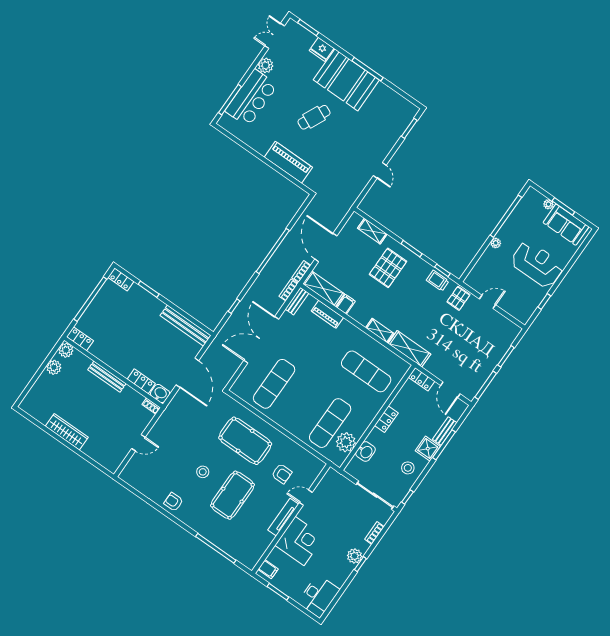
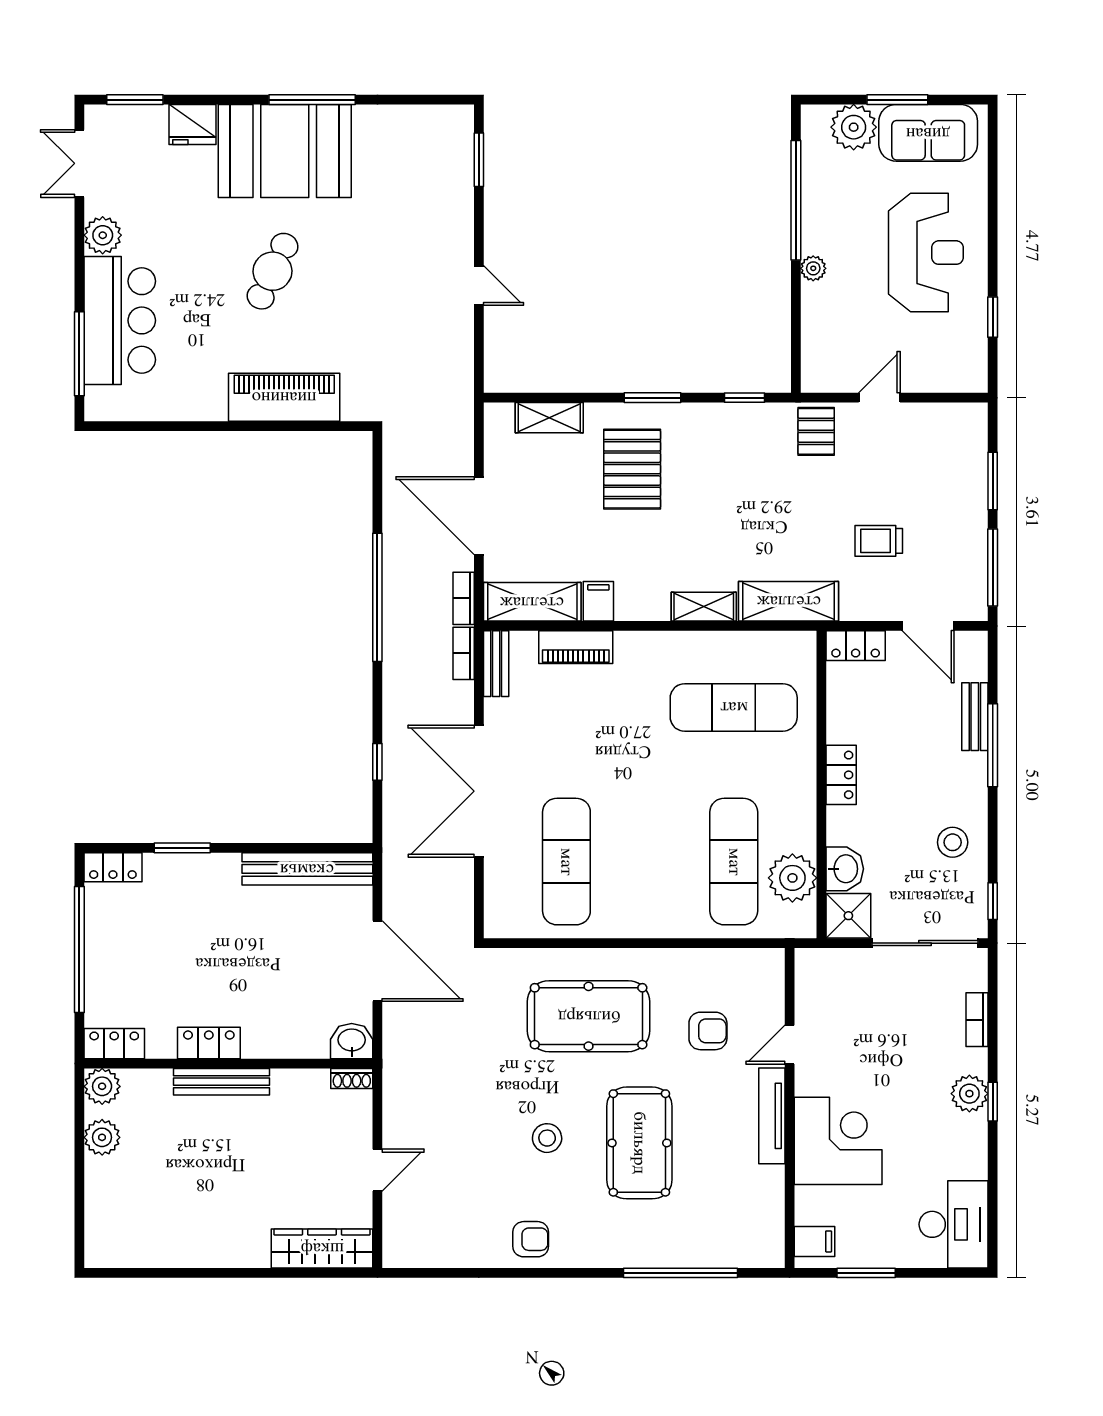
plant: (548, 204) -> (854, 127), width x1.88, depth x1.88
reception desk: (537, 264) -> (926, 253), turned 90
trolley: (438, 281) -> (879, 541), moved
locker: (141, 381) -> (209, 1043), moved
wardrobe: (67, 432) -> (322, 1248), moved
shower: (428, 449) -> (848, 916), moved
armchair: (173, 502) -> (531, 1239), turned 180

